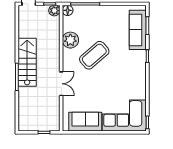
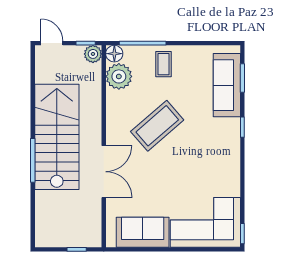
coffee table: (98, 17) -> (163, 64), added
plant: (70, 40) -> (119, 76), moved
stairs: (27, 62) -> (57, 137), width x1.36, depth x1.51
double door: (61, 84) -> (104, 172), width x1.37

